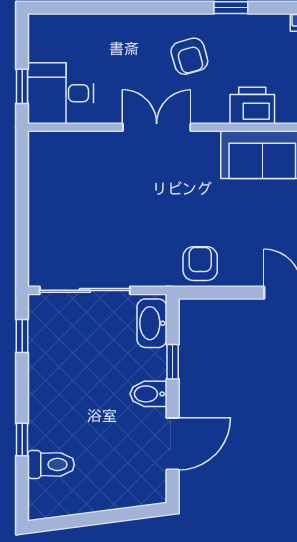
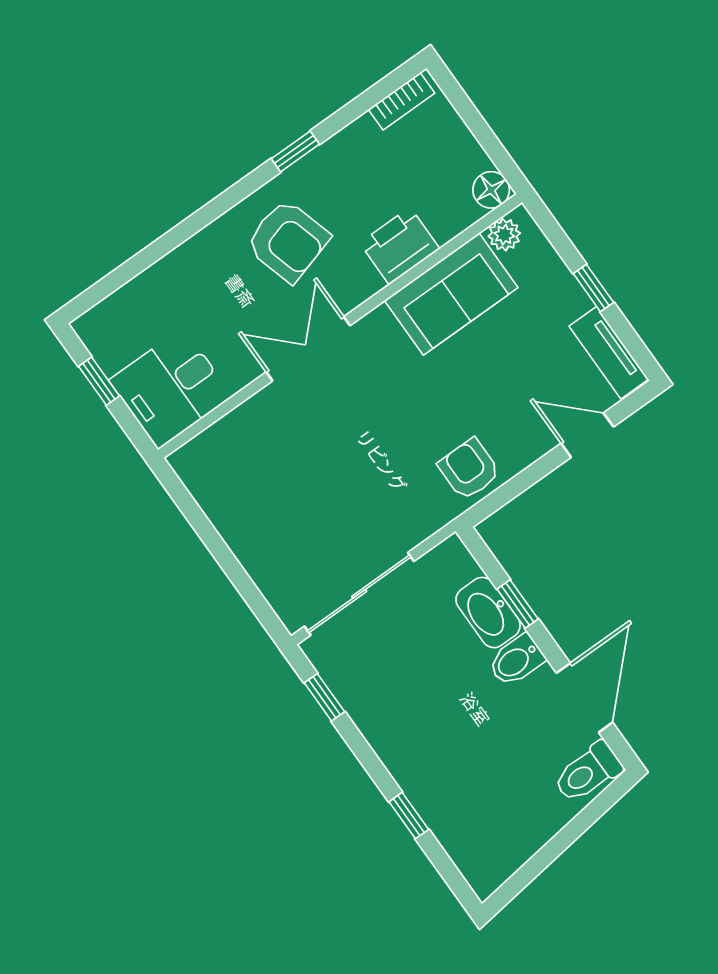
armchair: (189, 56) -> (288, 241), width x1.38, depth x1.38
window: (22, 86) -> (99, 381), moved
washbasin: (152, 323) -> (488, 613), moved
toilet: (51, 464) -> (588, 772), moved, turned 180

